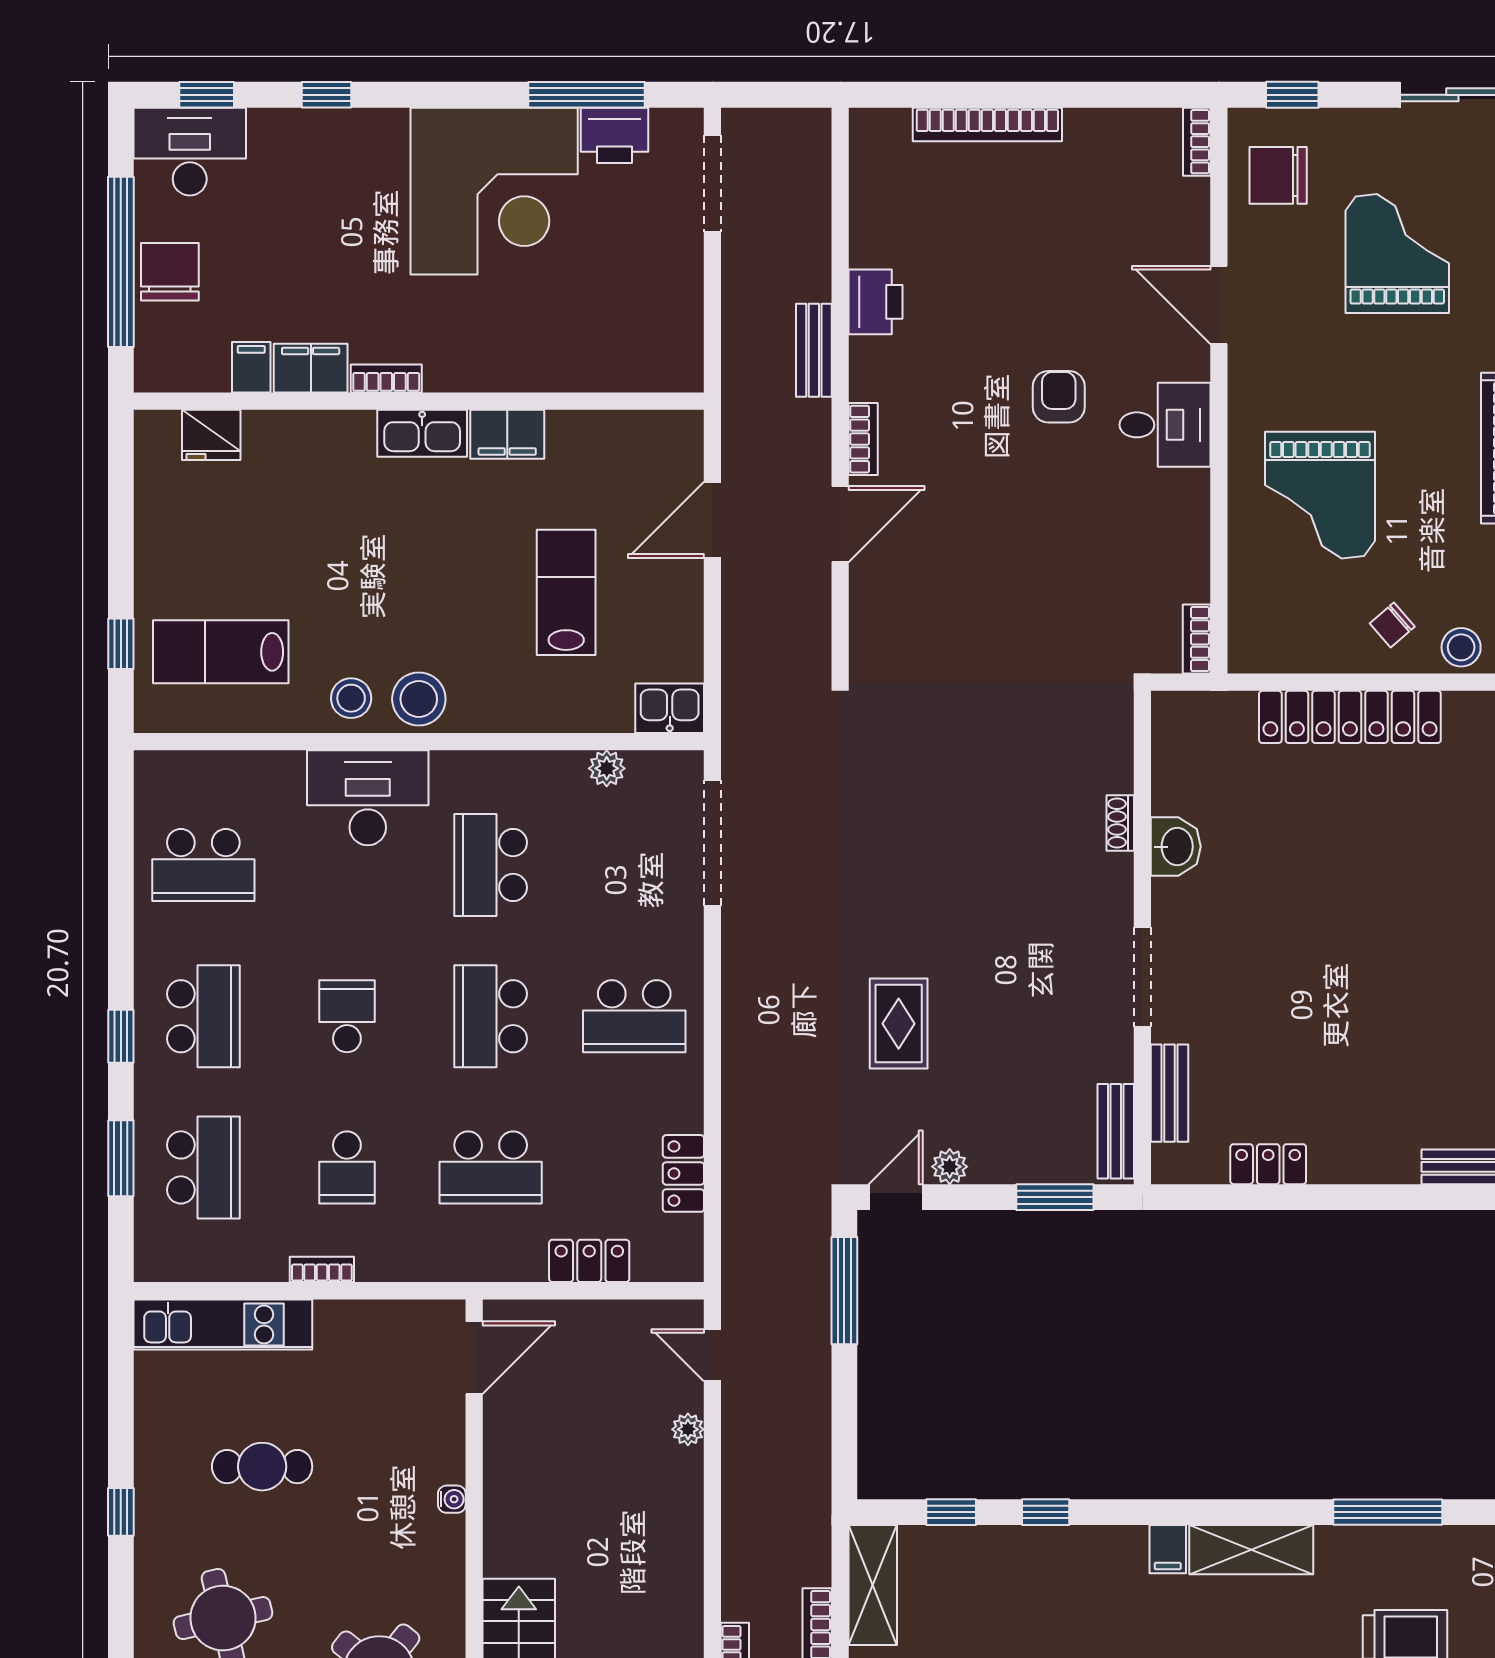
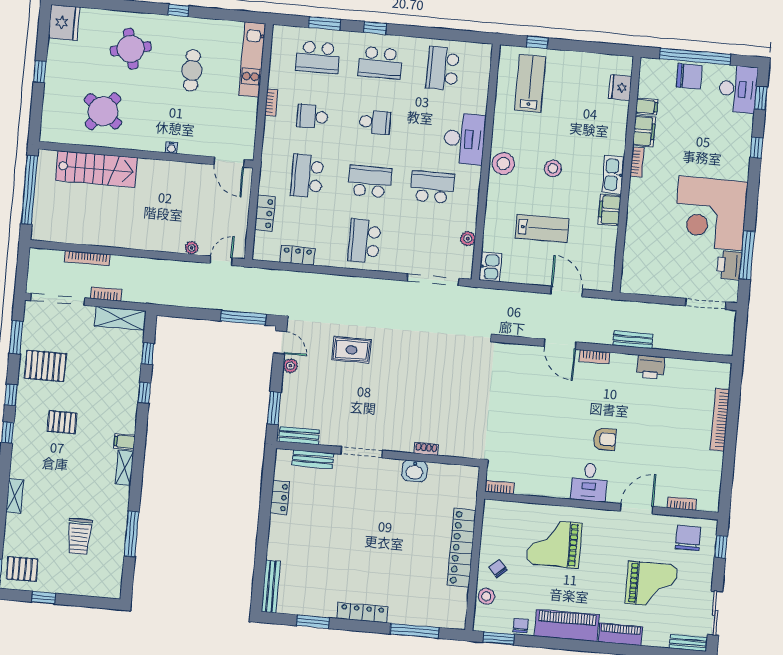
bookcase: (1197, 142) -> (682, 504), moved
stool: (351, 698) -> (553, 168), moved
shelving: (1251, 1550) -> (124, 468), width x0.67, depth x0.75

